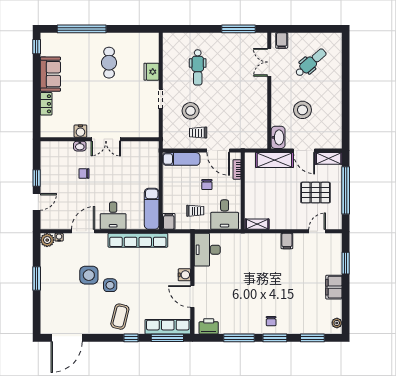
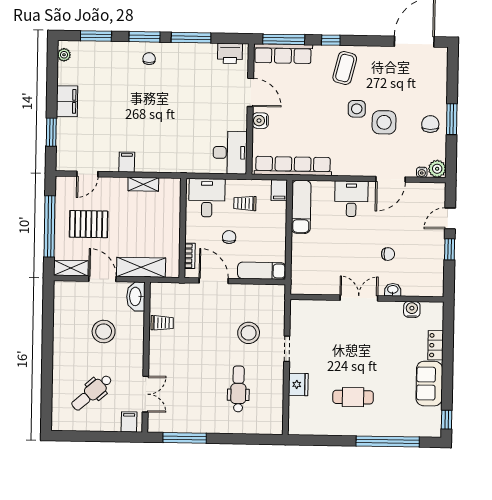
cafe table: (109, 63) -> (353, 397), turned 90
water cooler: (80, 131) -> (412, 309), moved
trolley: (198, 133) -> (162, 323), moved
shelving: (257, 224) -> (143, 184), moved
row of seats: (138, 240) -> (293, 166), moved
chair: (53, 274) -> (430, 124), added

